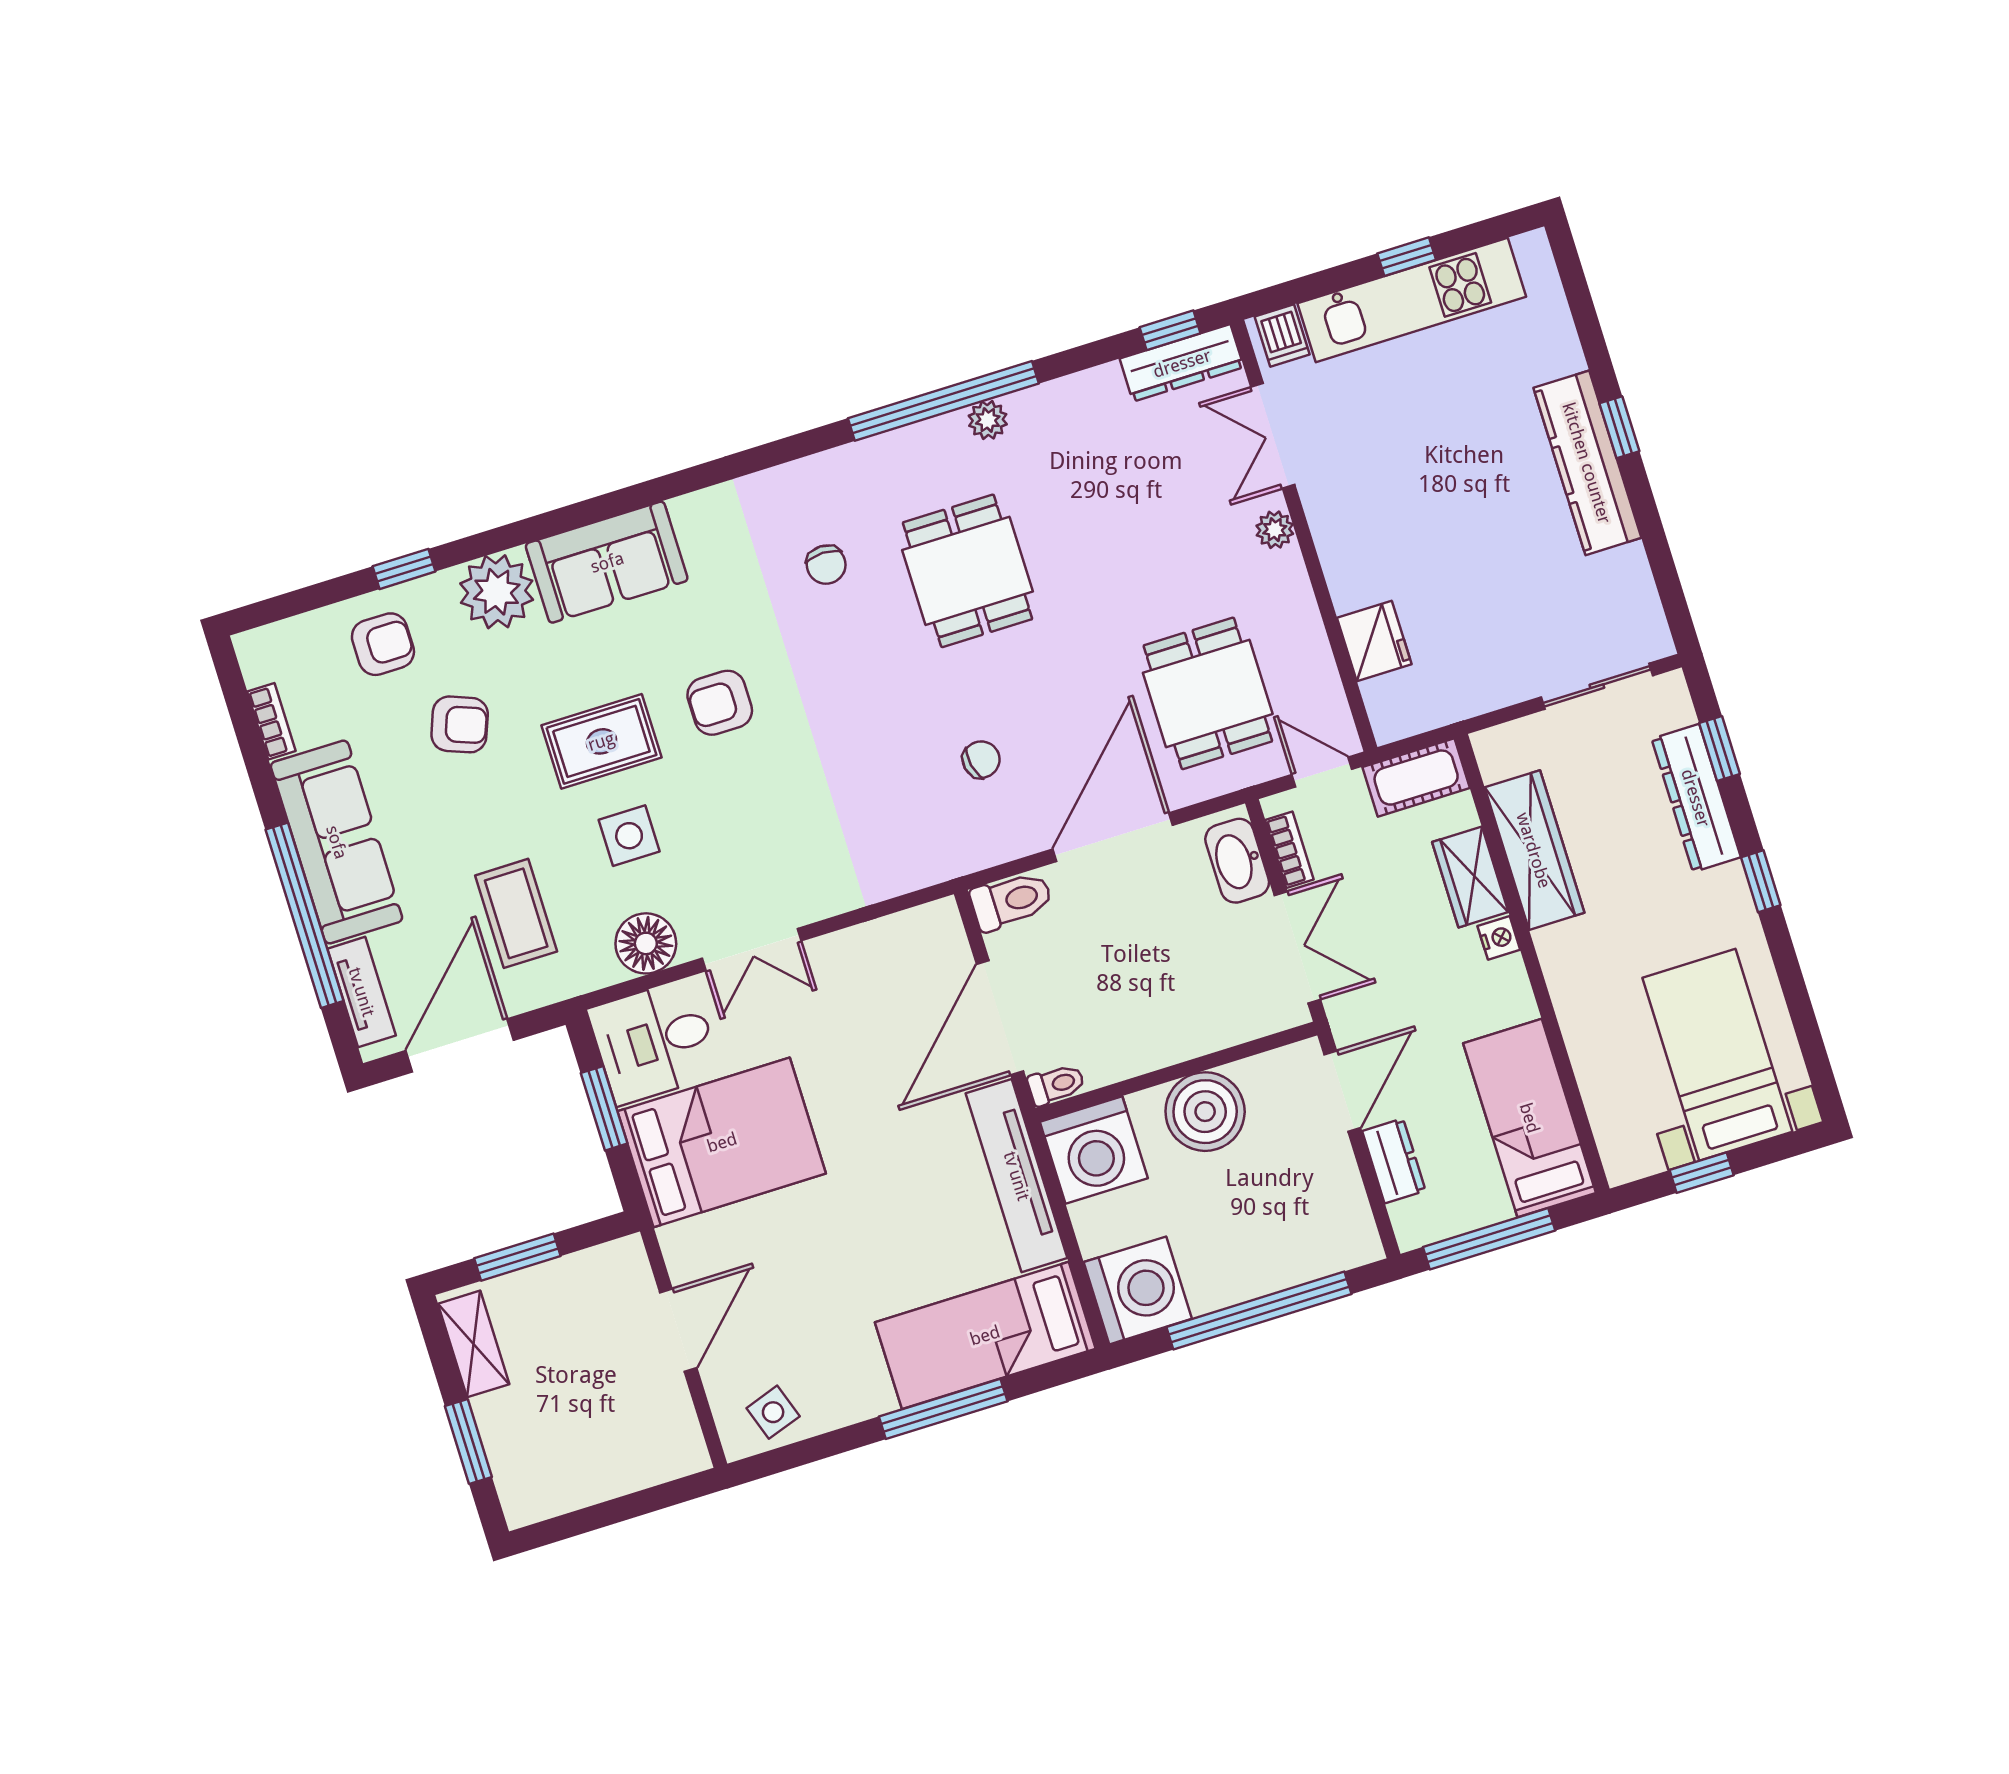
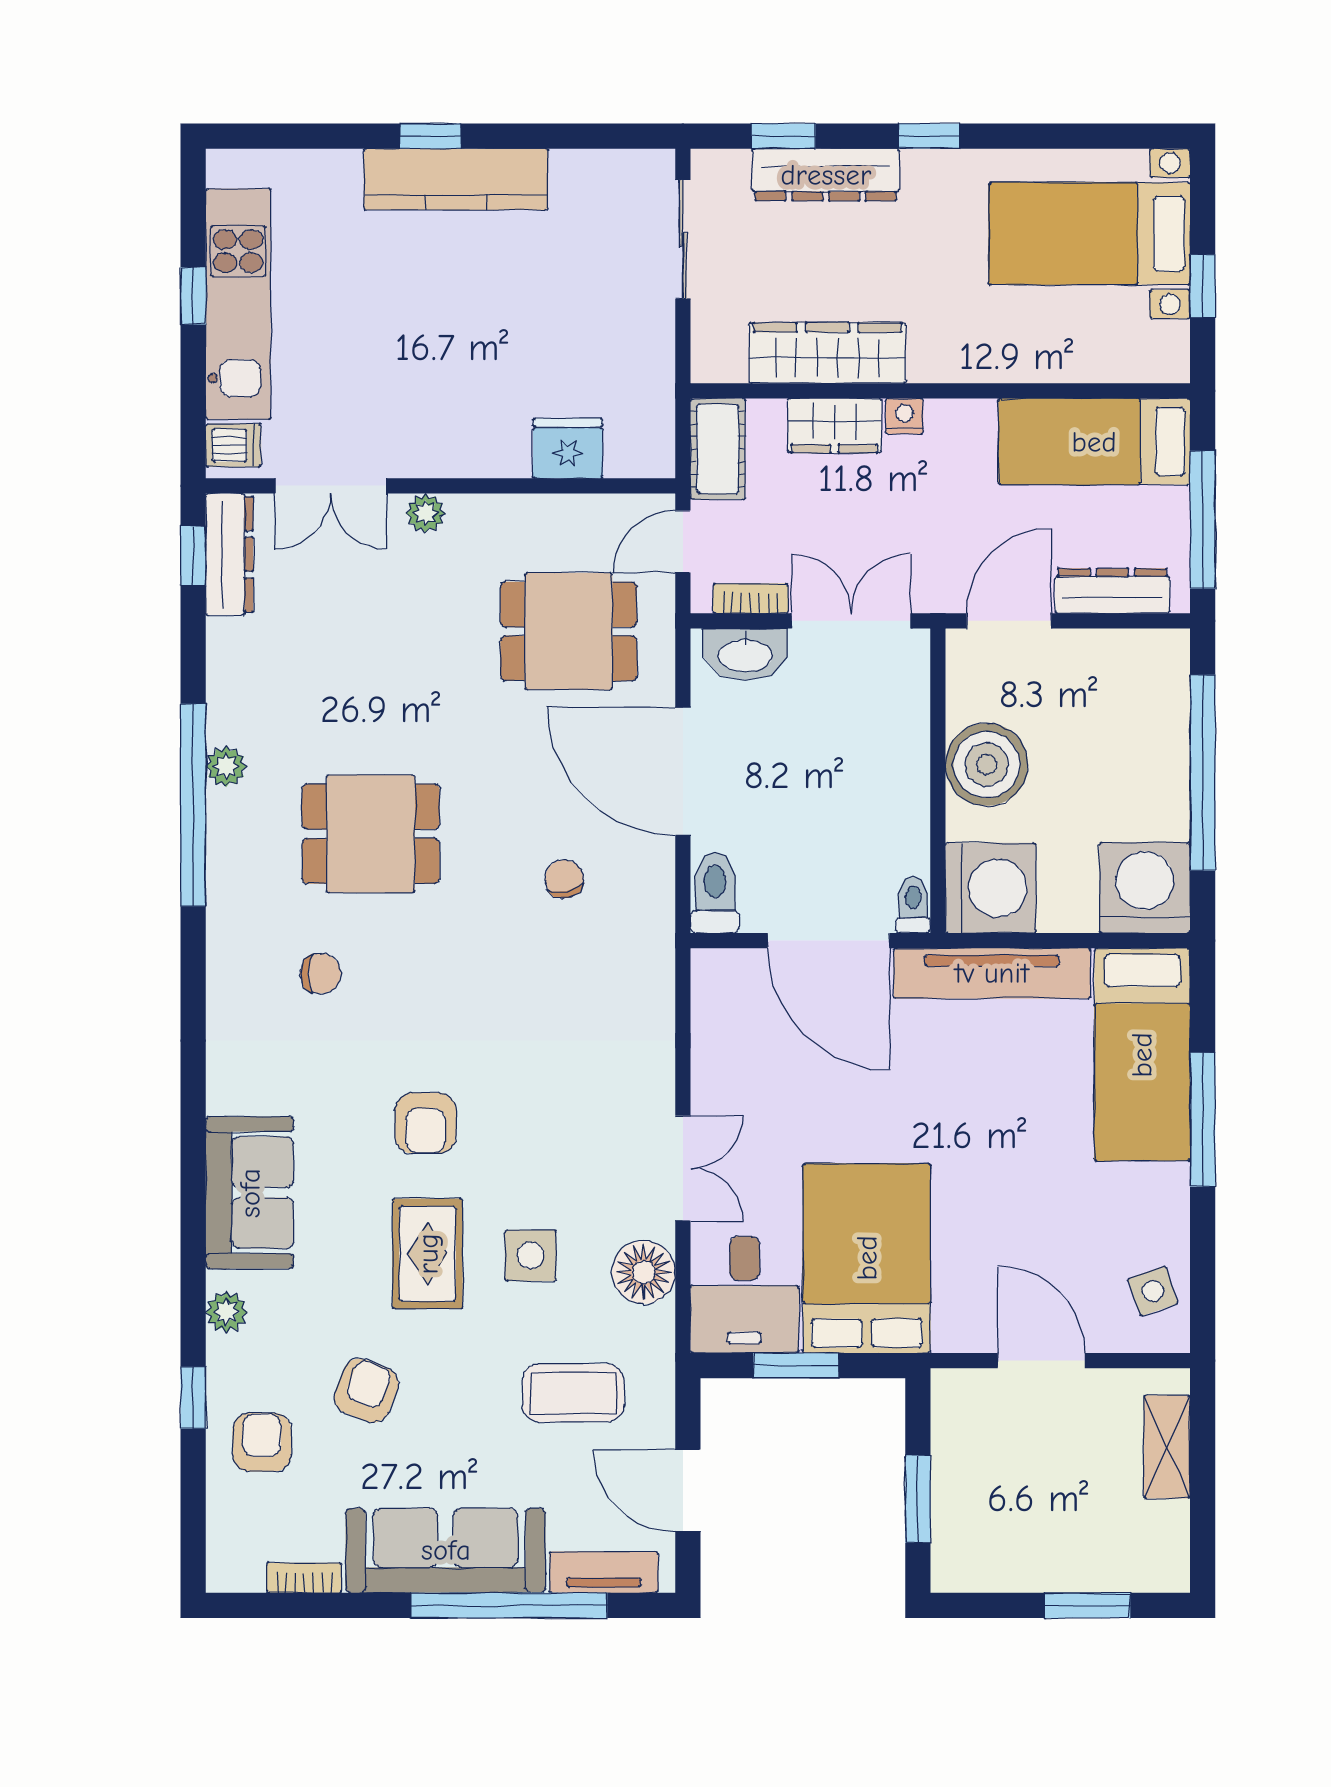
plant: (497, 592) -> (227, 1312), width x0.53, depth x0.53
door: (460, 1045) -> (688, 1490), width x0.73
door: (1342, 1091) -> (1009, 621), hinge flipped
dresser: (1394, 1161) -> (1112, 591), width x1.44
shelving: (474, 1344) -> (1167, 1447), moved, turned 90

